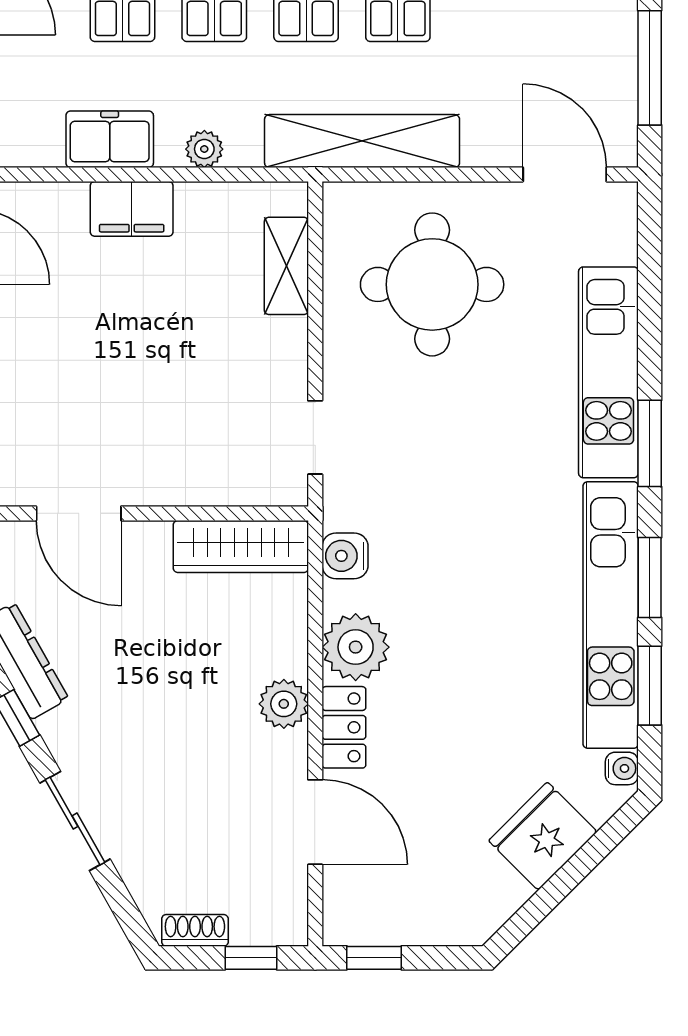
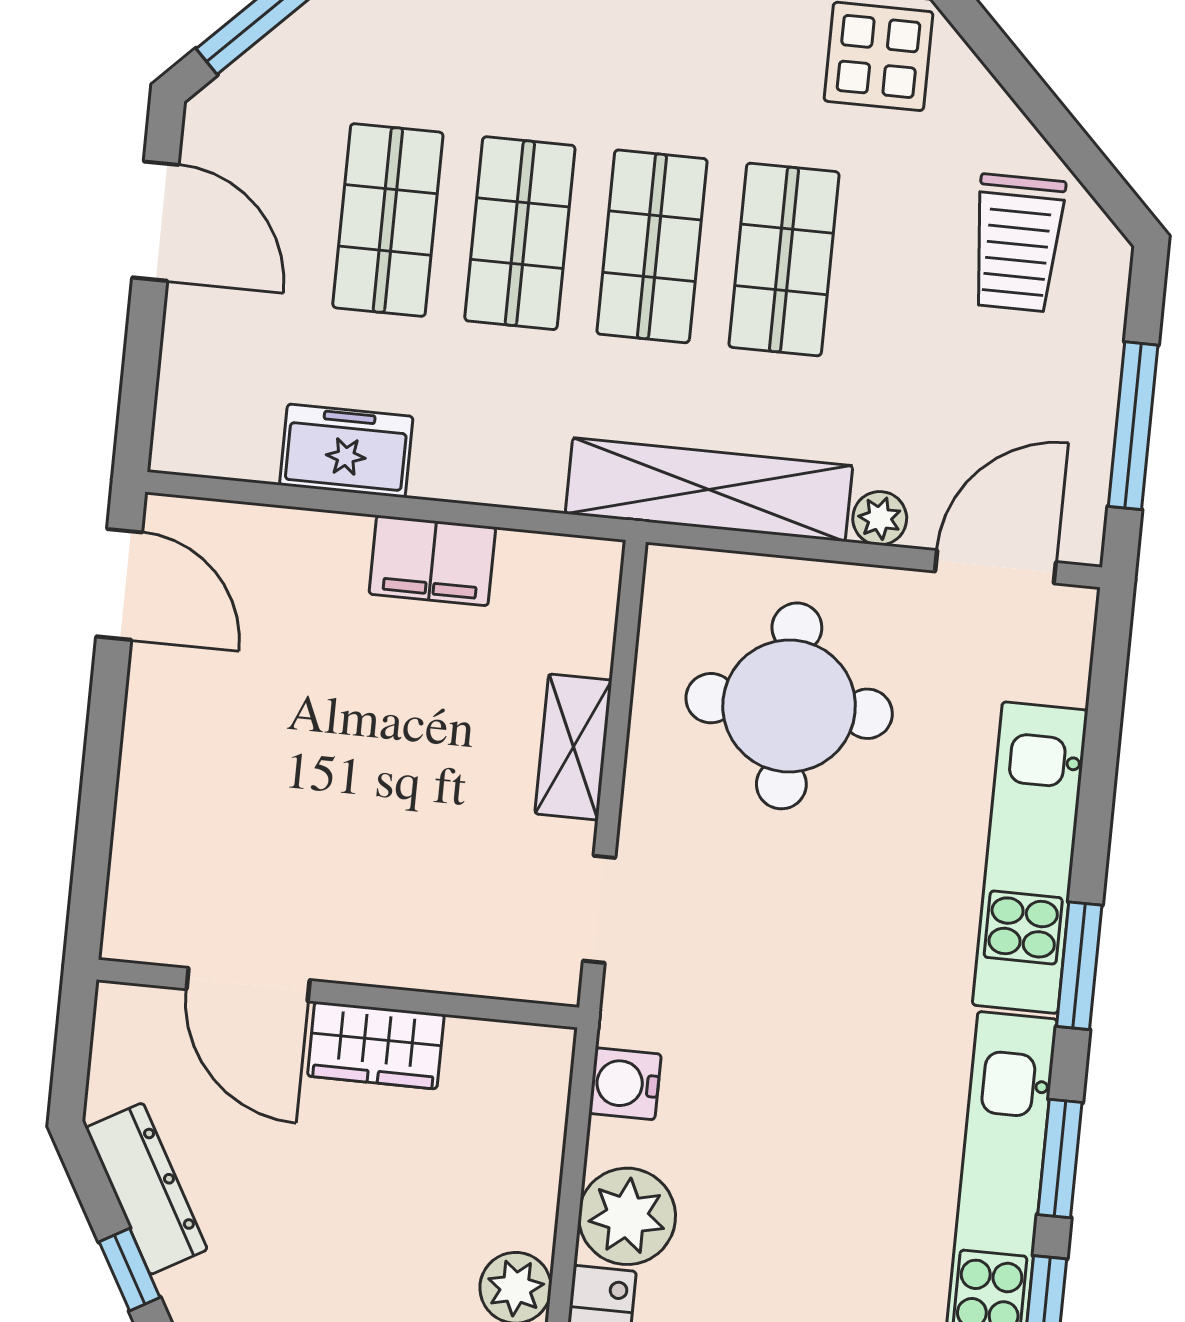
plant: (204, 149) -> (880, 518), moved
door: (565, 174) -> (996, 567), hinge flipped
filing cabinet: (132, 209) -> (432, 561), moved
shelving: (286, 266) -> (573, 747), moved
wardrobe: (241, 546) -> (376, 1045), moved, width x0.67

